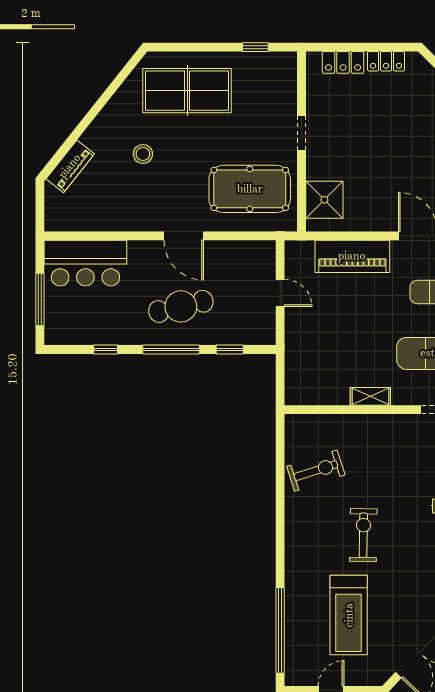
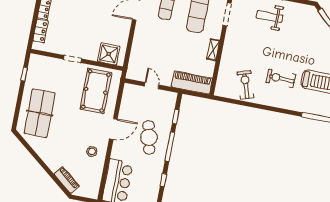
stool: (143, 154) -> (92, 151), moved
piano: (352, 256) -> (192, 82), moved, turned -90
door: (280, 293) -> (152, 86), hinge flipped
exercise bike: (363, 535) -> (281, 78), moved

